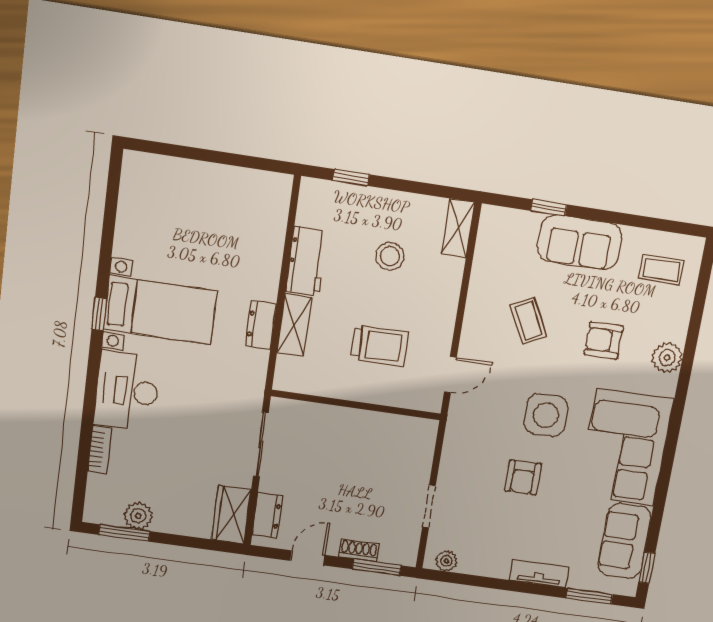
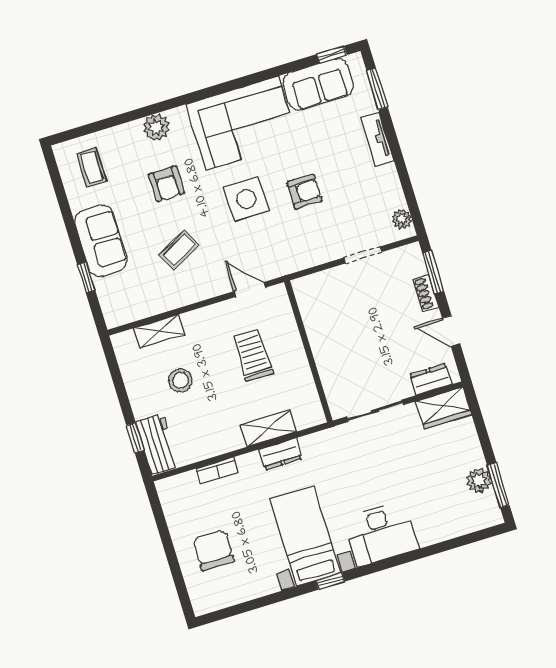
chair: (189, 204) -> (214, 550), added
shelving: (458, 228) -> (159, 331), moved
workbench: (306, 262) -> (157, 444), moved, turned 90
bookcase: (99, 450) -> (217, 471), moved, turned 180

